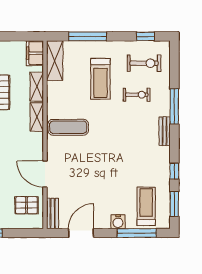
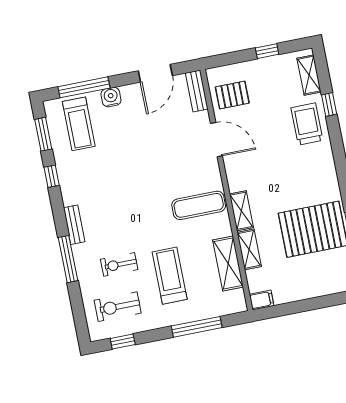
filing cabinet: (35, 53) -> (262, 300), width x0.50
shelving: (55, 61) -> (228, 263), moved

